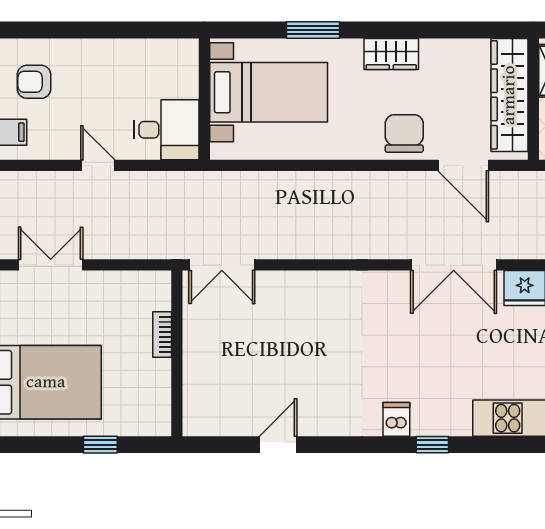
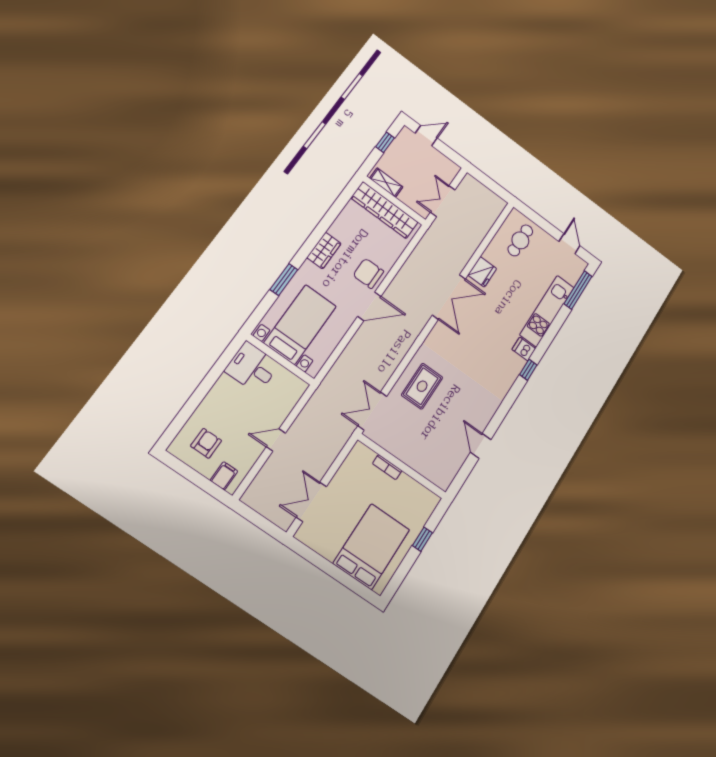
armchair: (34, 82) -> (206, 443), turned 180
desk: (166, 130) -> (252, 367), moved, turned -90
door: (463, 165) -> (369, 306), moved
double door: (222, 265) -> (372, 411), swing flipped
rug: (303, 310) -> (422, 386), added
dishwasher: (396, 419) -> (524, 349), moved

